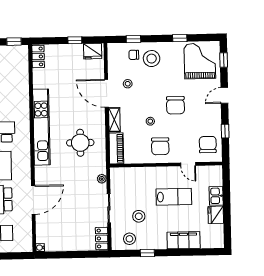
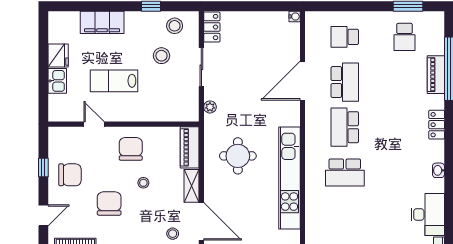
chair: (208, 145) -> (70, 175), moved, turned -90

